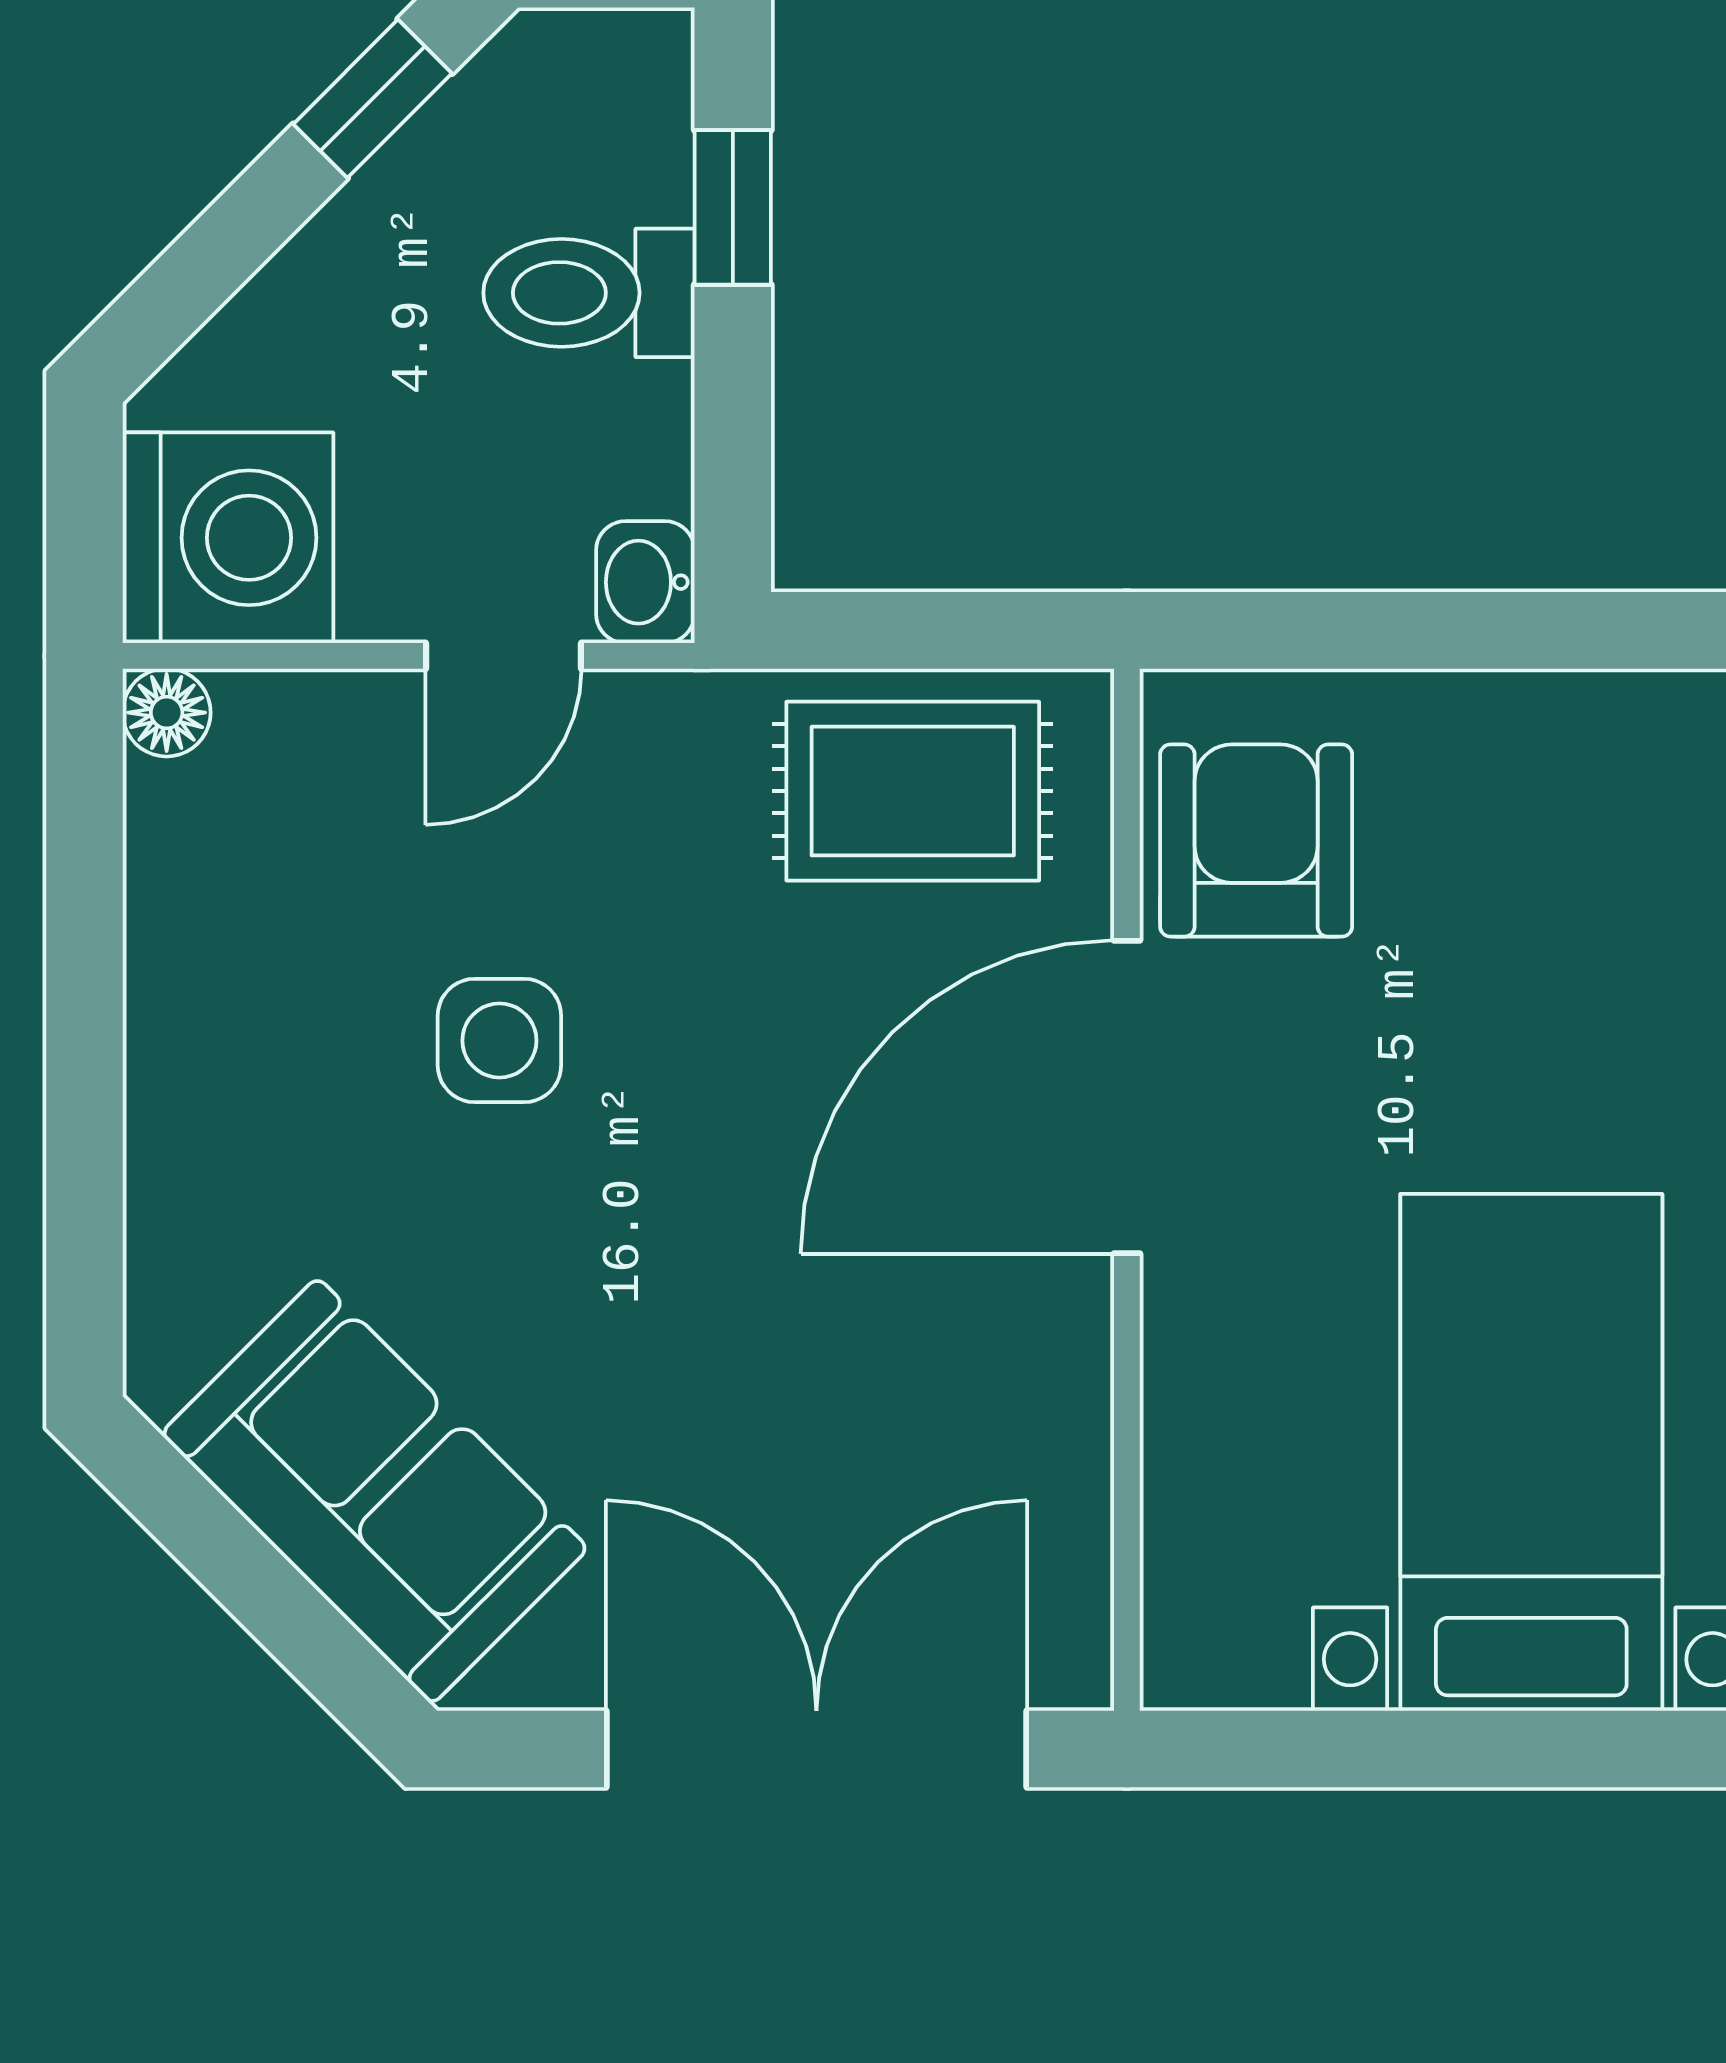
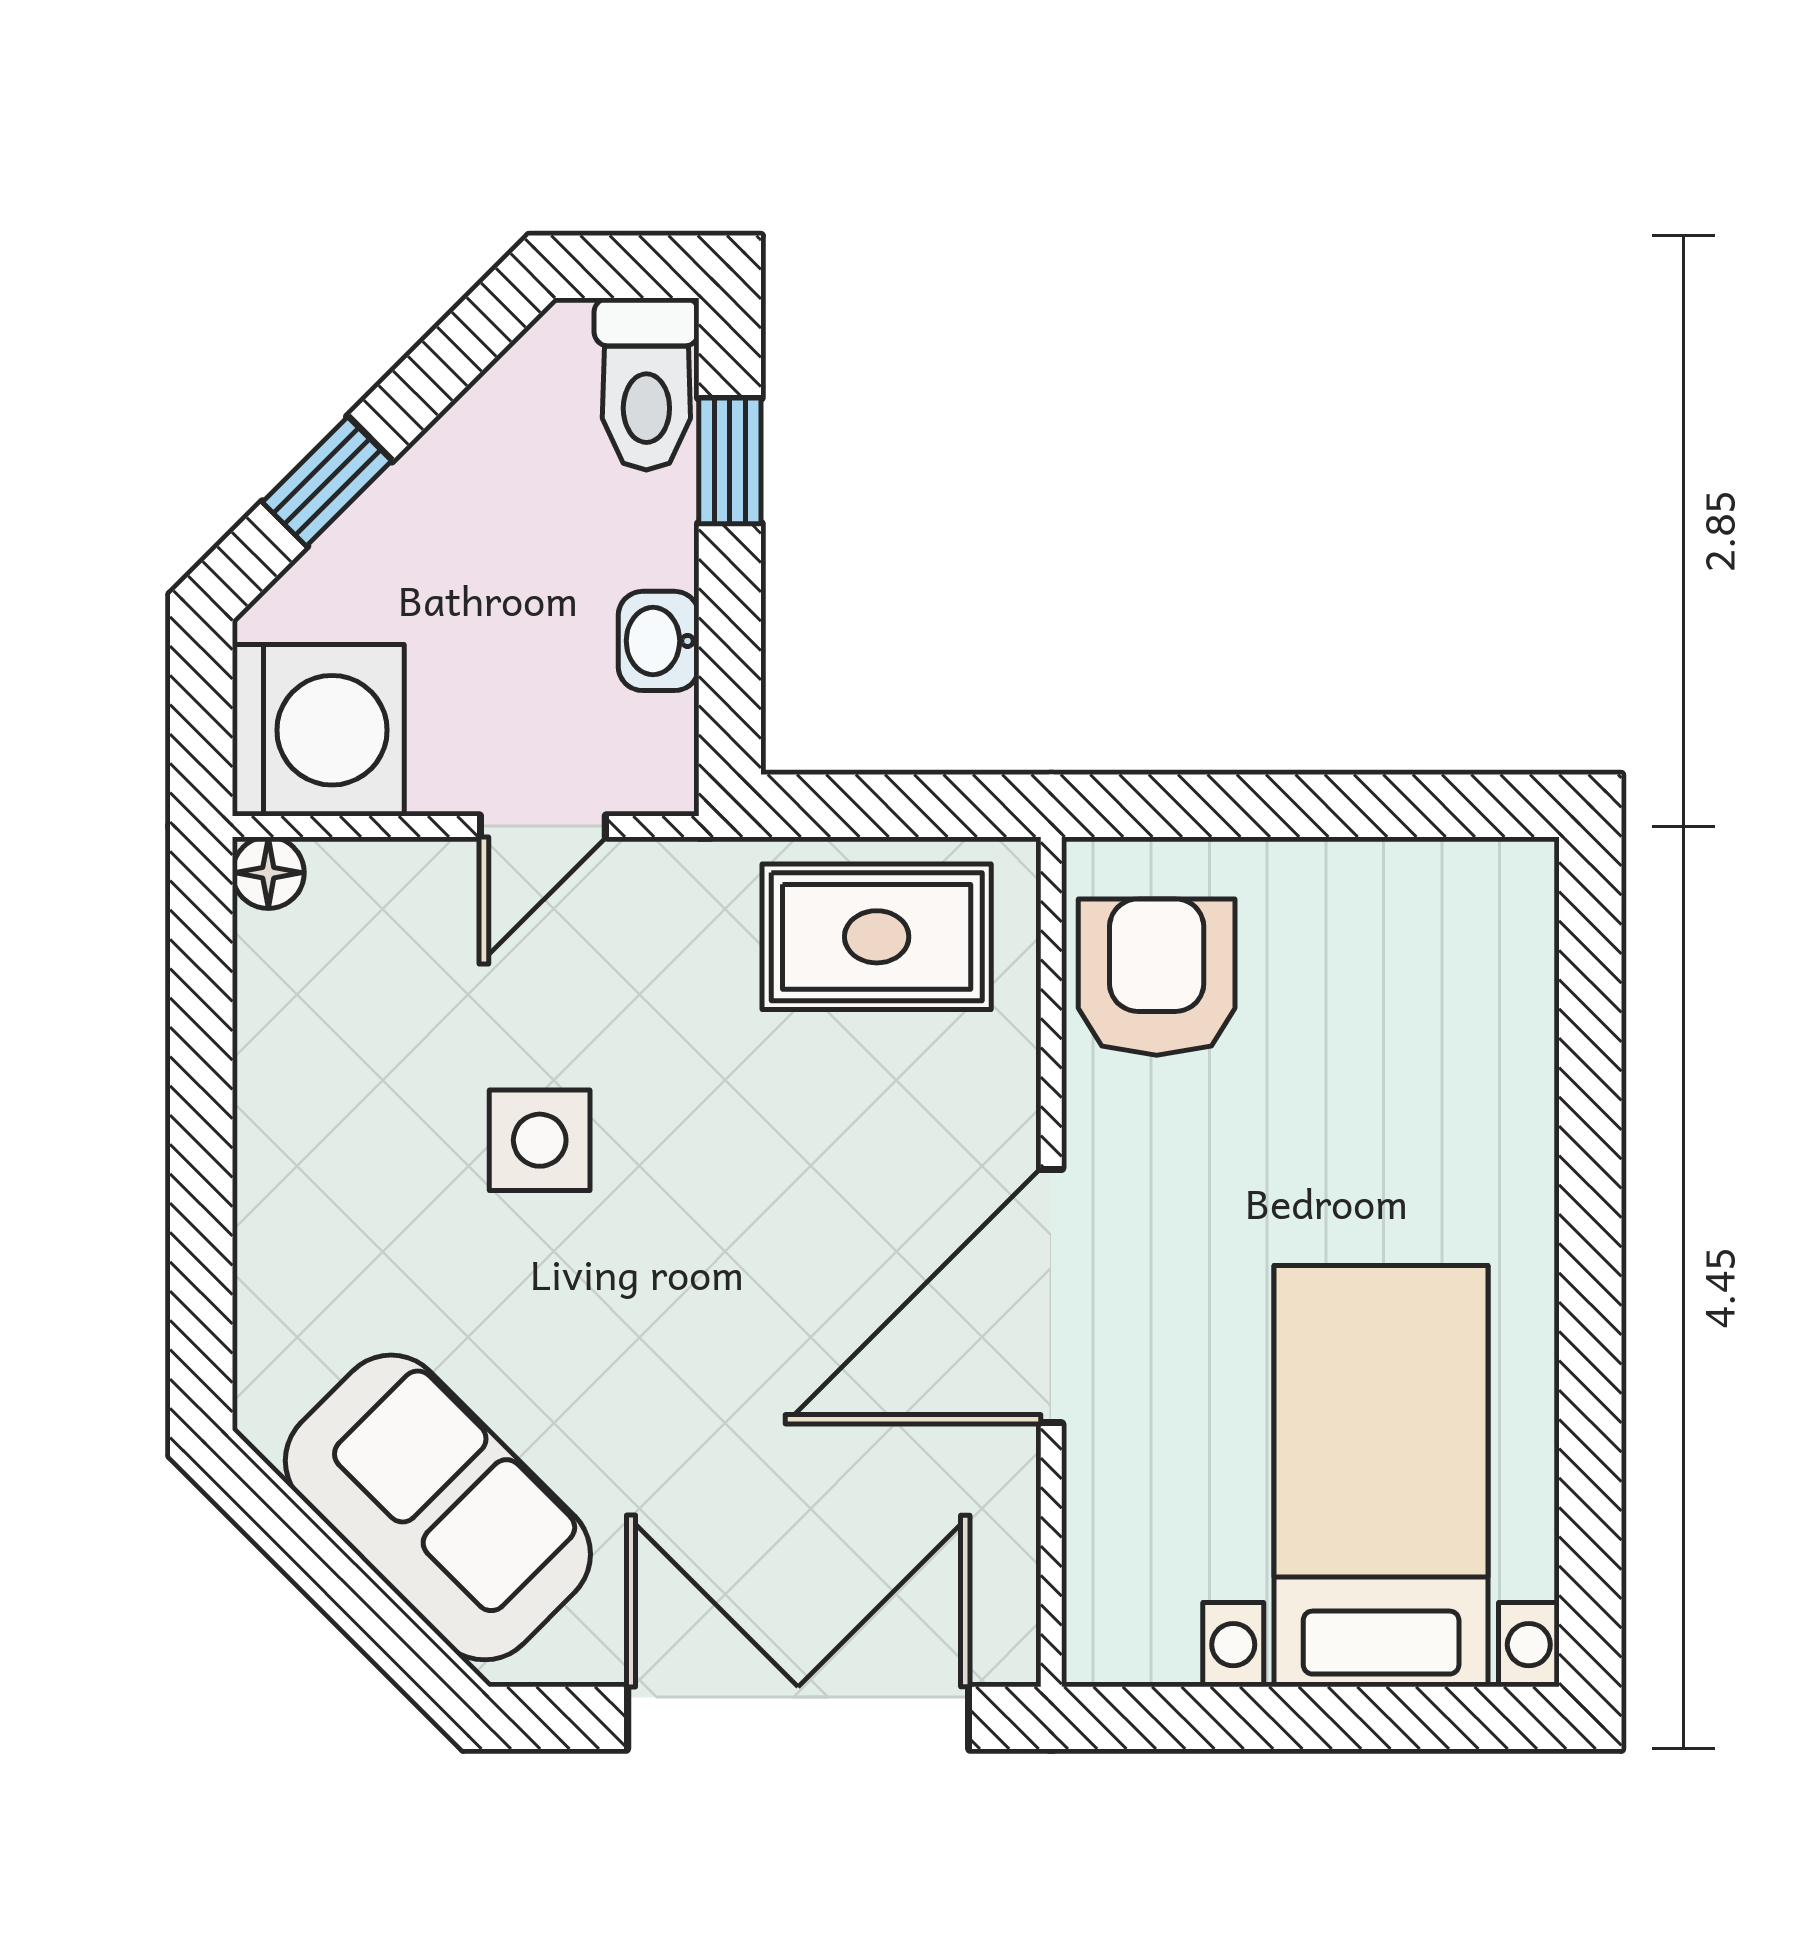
window: (373, 99) -> (327, 481), moved
toilet: (589, 293) -> (646, 384), moved, turned -90
washbasin: (645, 582) -> (659, 641), moved
door: (1127, 1097) -> (1051, 1296), moved

